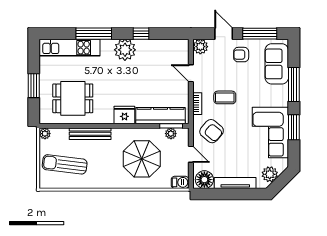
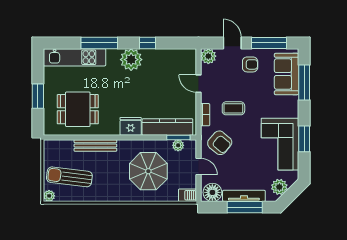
armchair: (241, 55) -> (250, 64), turned 180
window: (294, 85) -> (304, 82), moved
plant: (45, 134) -> (49, 196), moved
window: (236, 194) -> (245, 207), added

